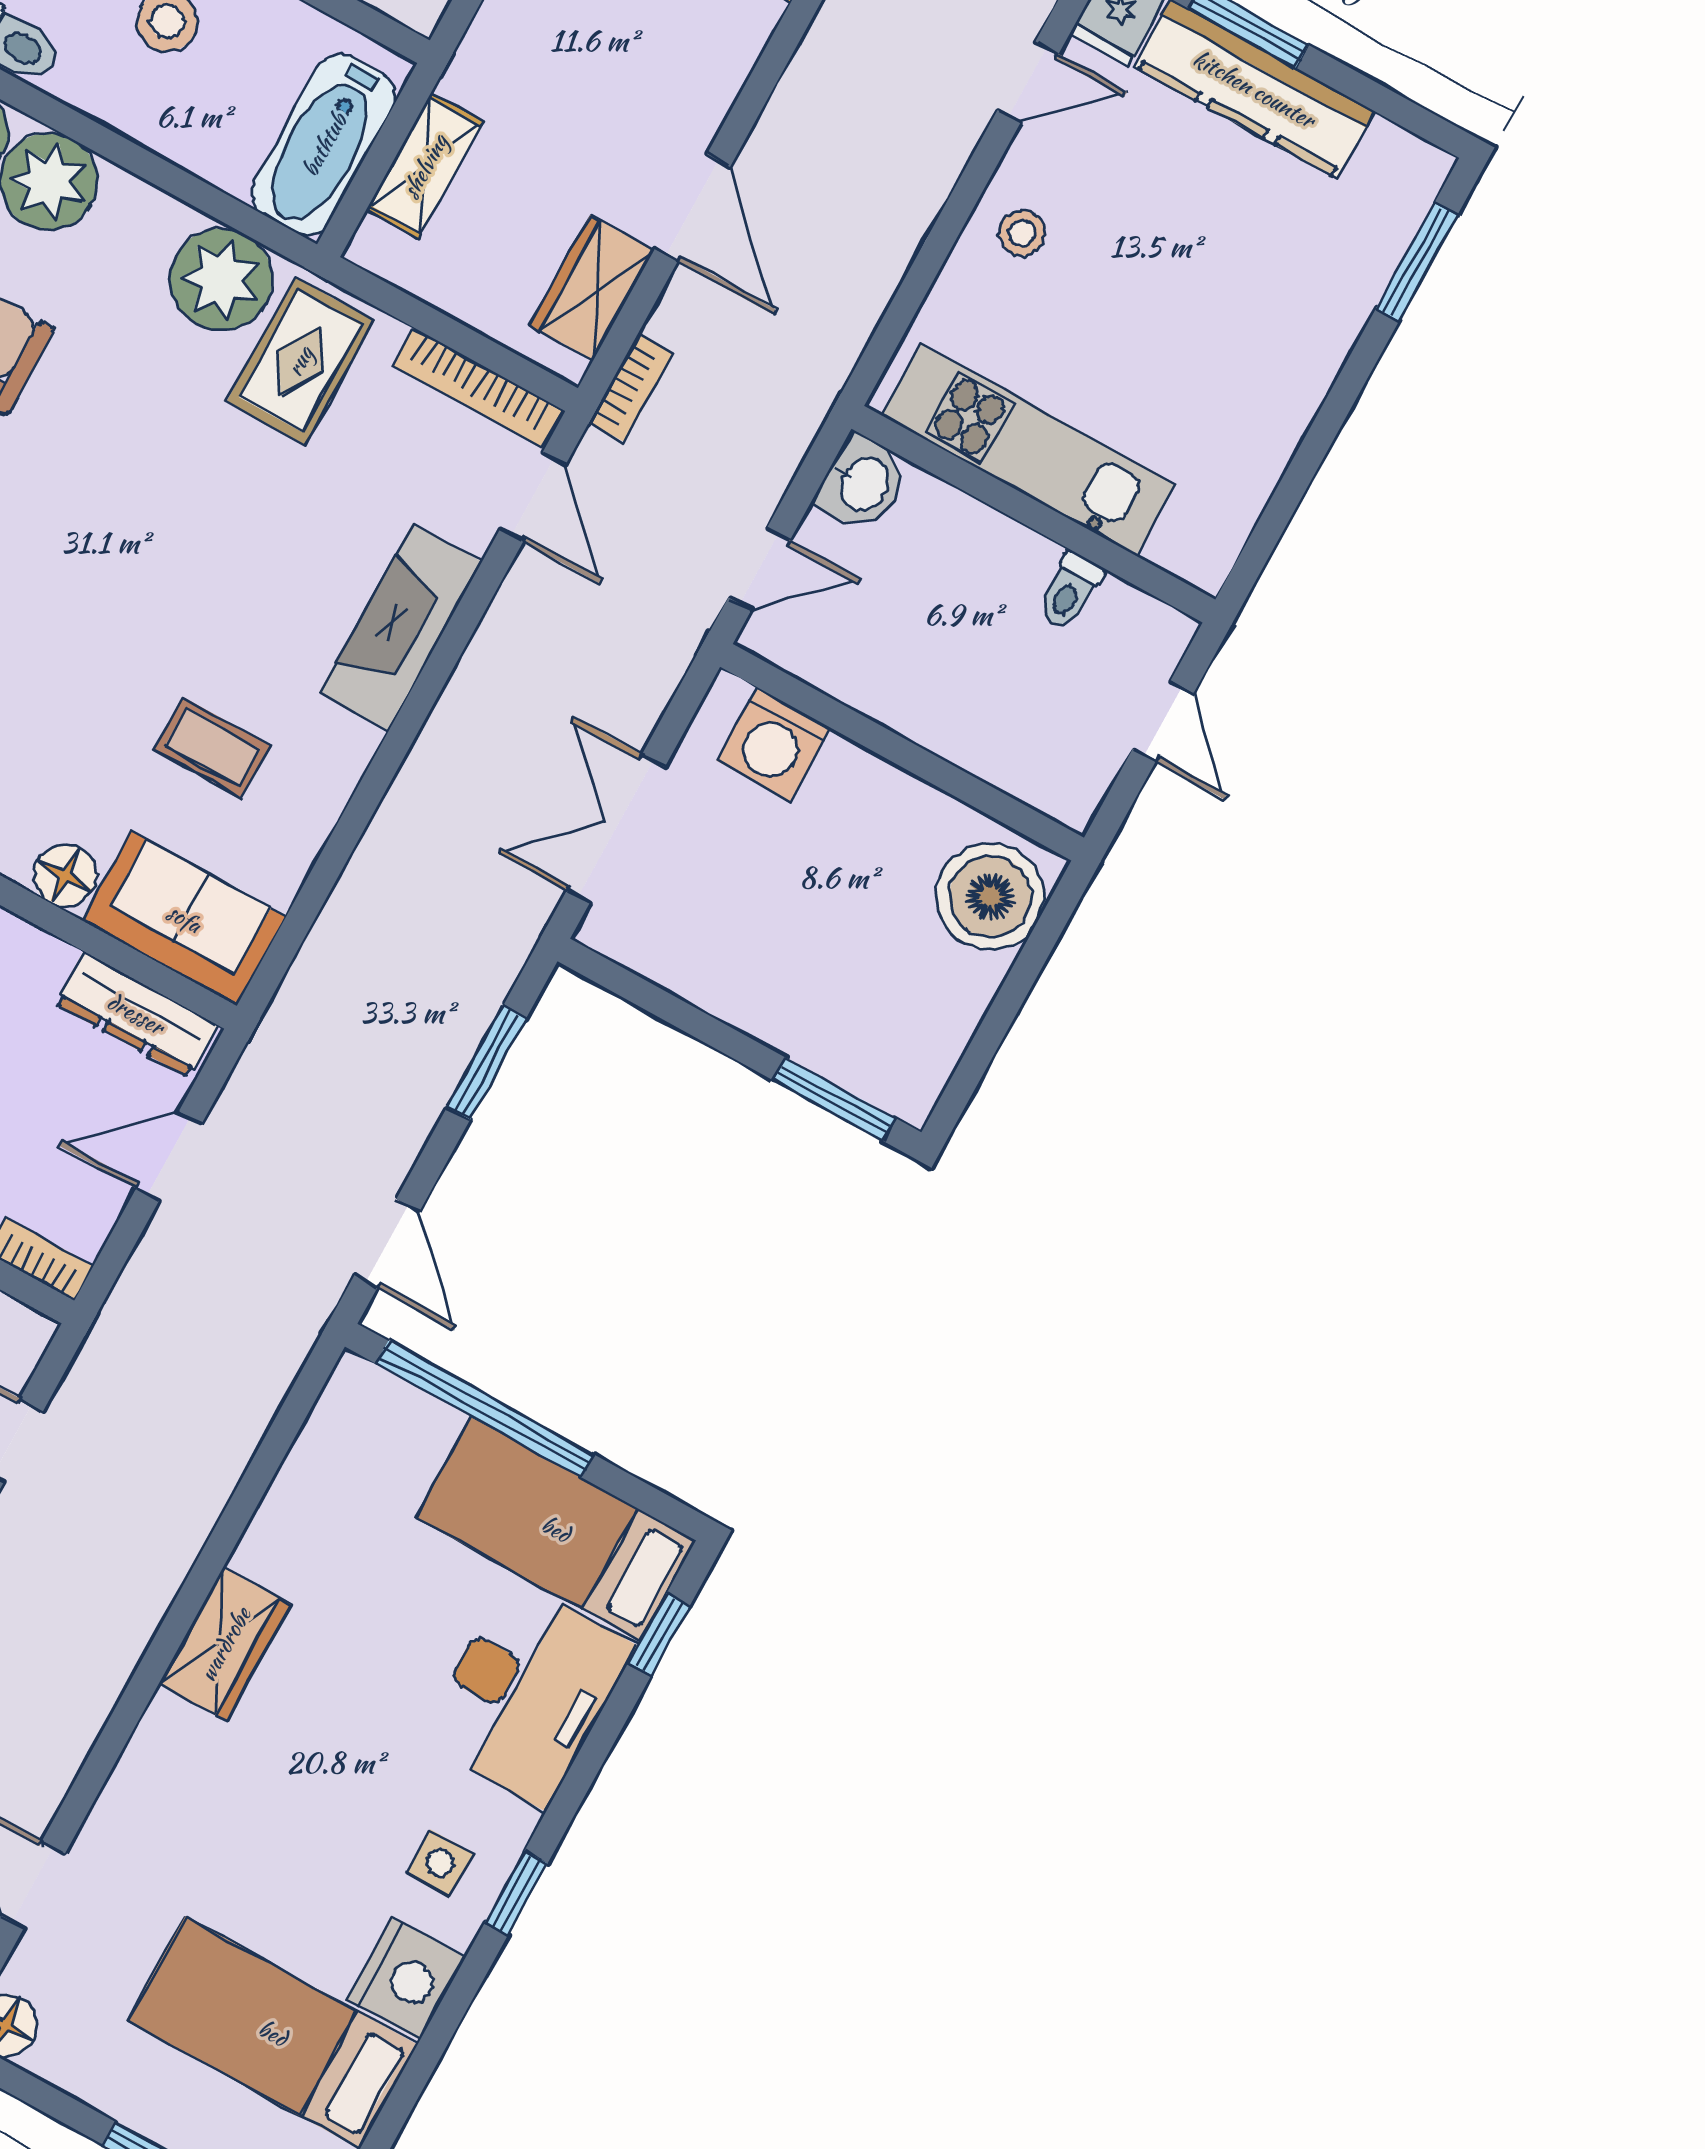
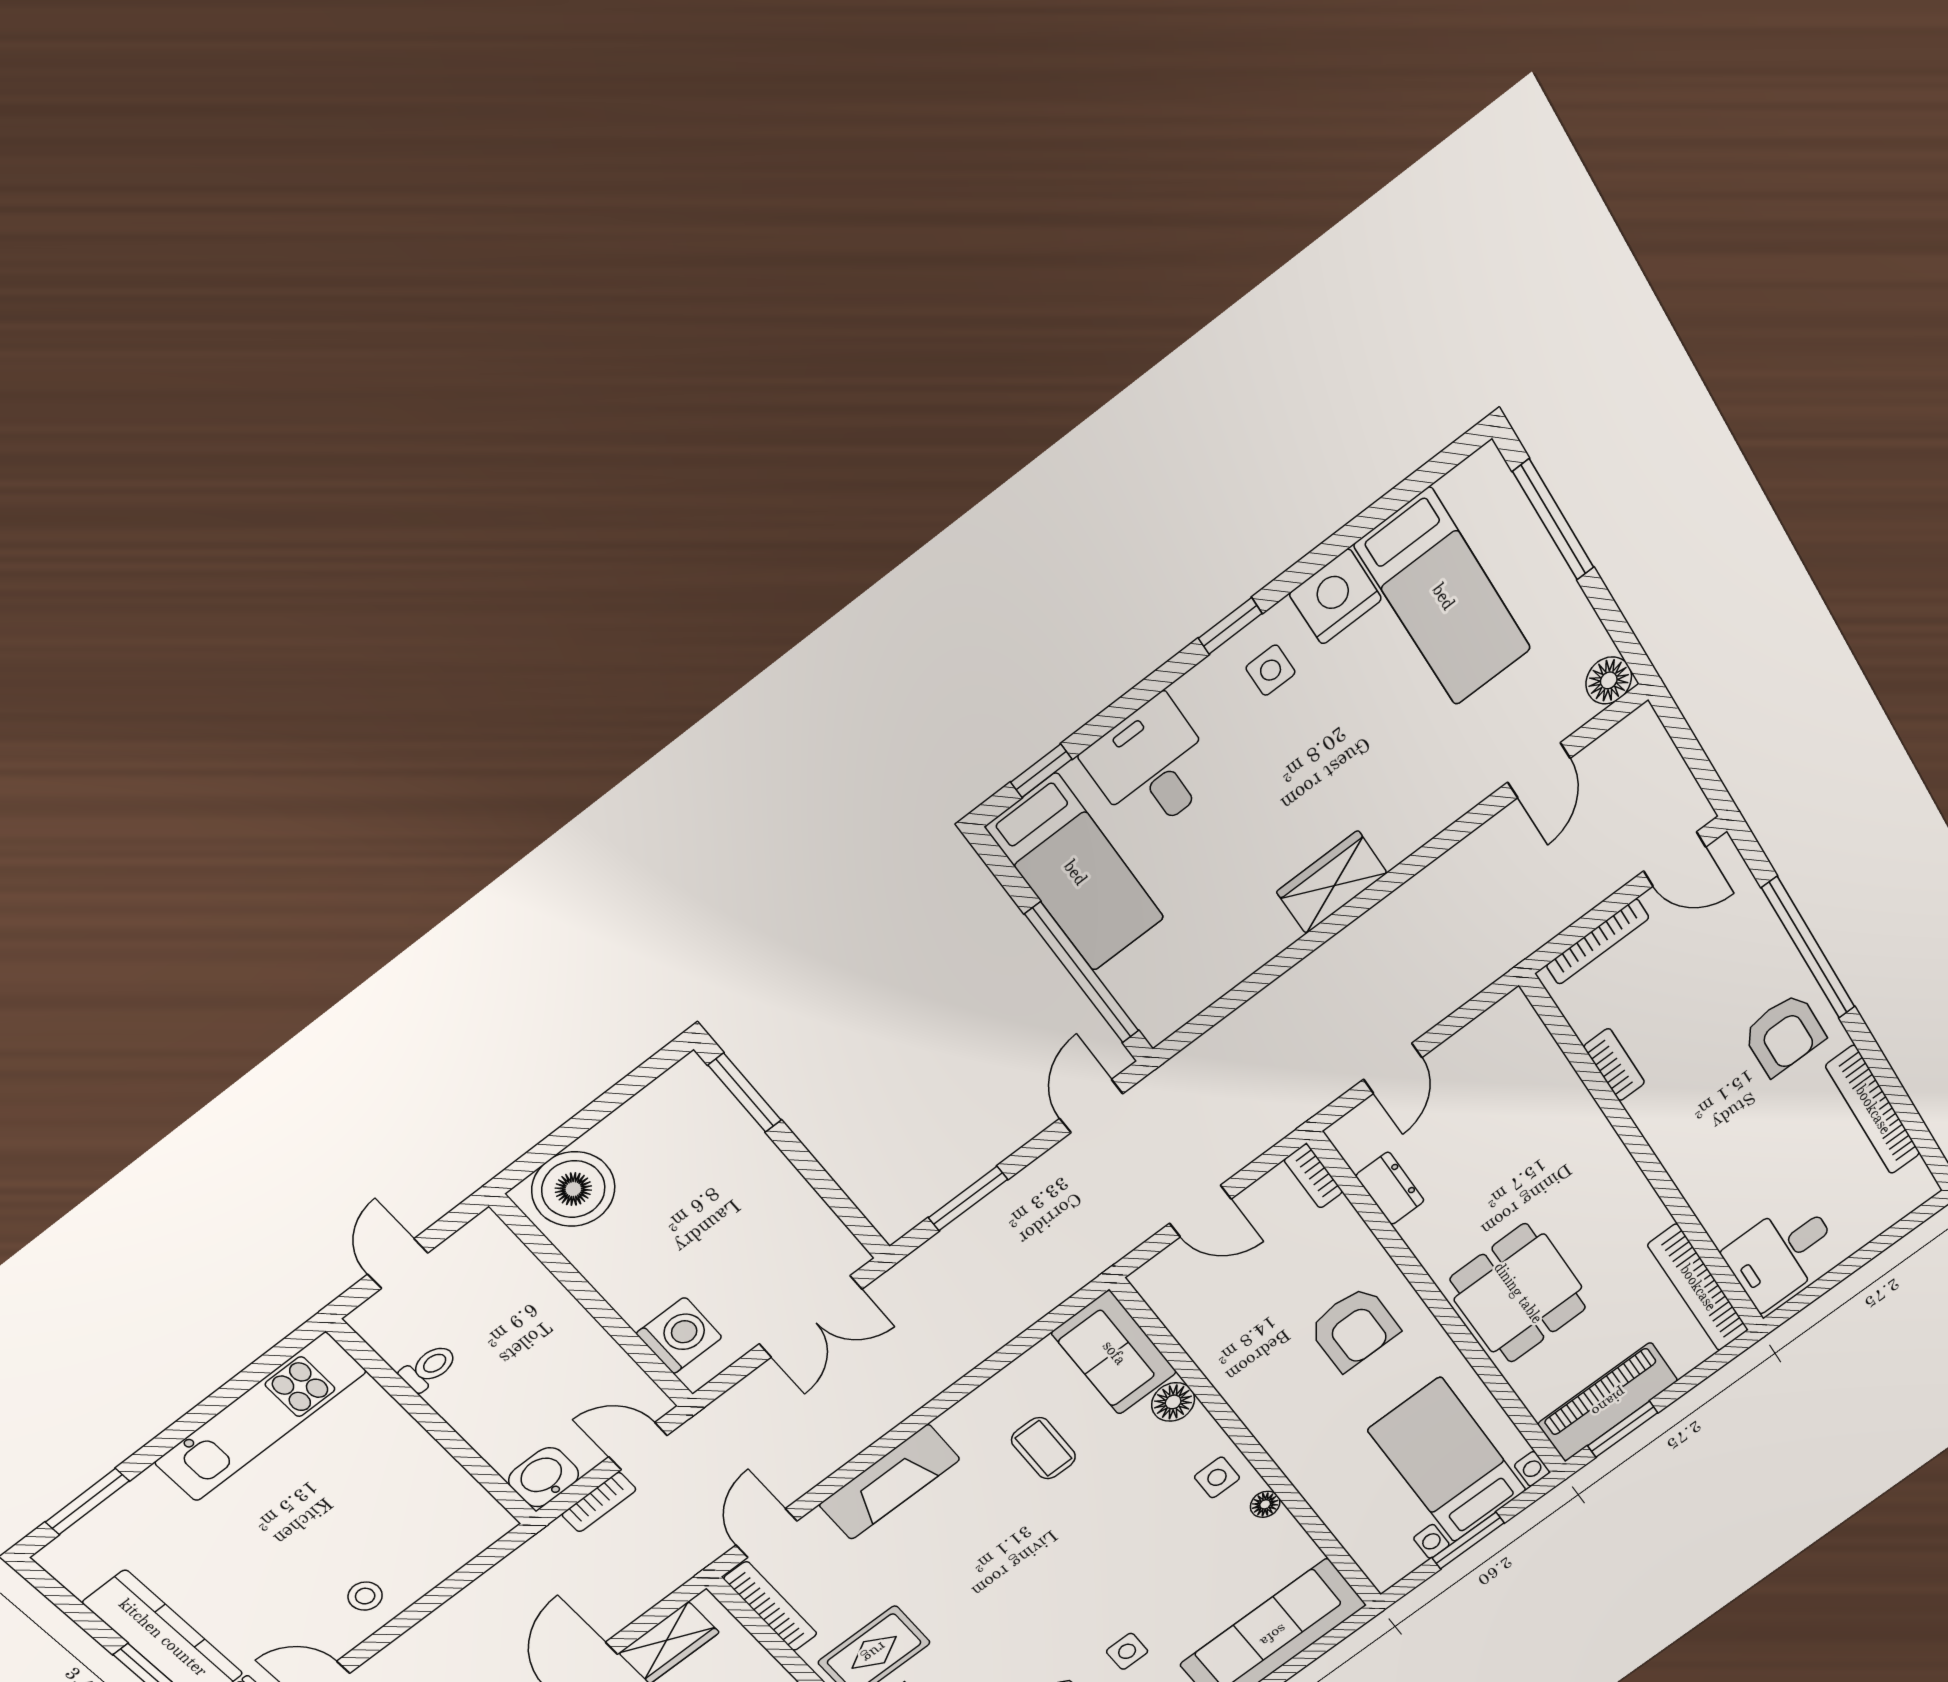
bookcase: (631, 388) -> (599, 1502), moved, turned 180
kitchen unit: (1028, 450) -> (260, 1417), moved, turned -90
dresser: (136, 1014) -> (1174, 1305), removed
desk: (527, 1693) -> (1152, 766), width x0.73

